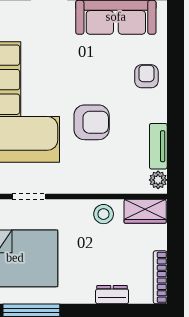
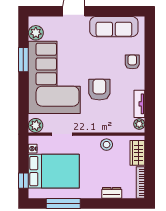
armchair: (92, 122) -> (99, 90), turned -90
wardrobe: (145, 211) -> (137, 153), moved, turned 90

